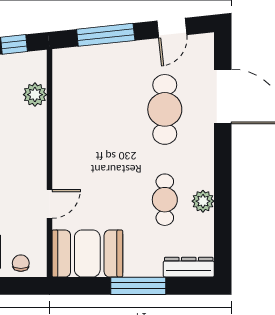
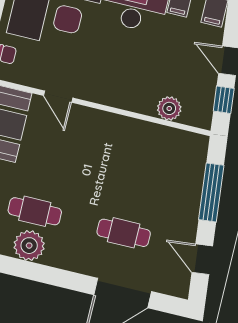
cafe table: (165, 109) -> (124, 233), width x0.73, depth x0.74
plant: (203, 201) -> (29, 246), width x1.36, depth x1.36

